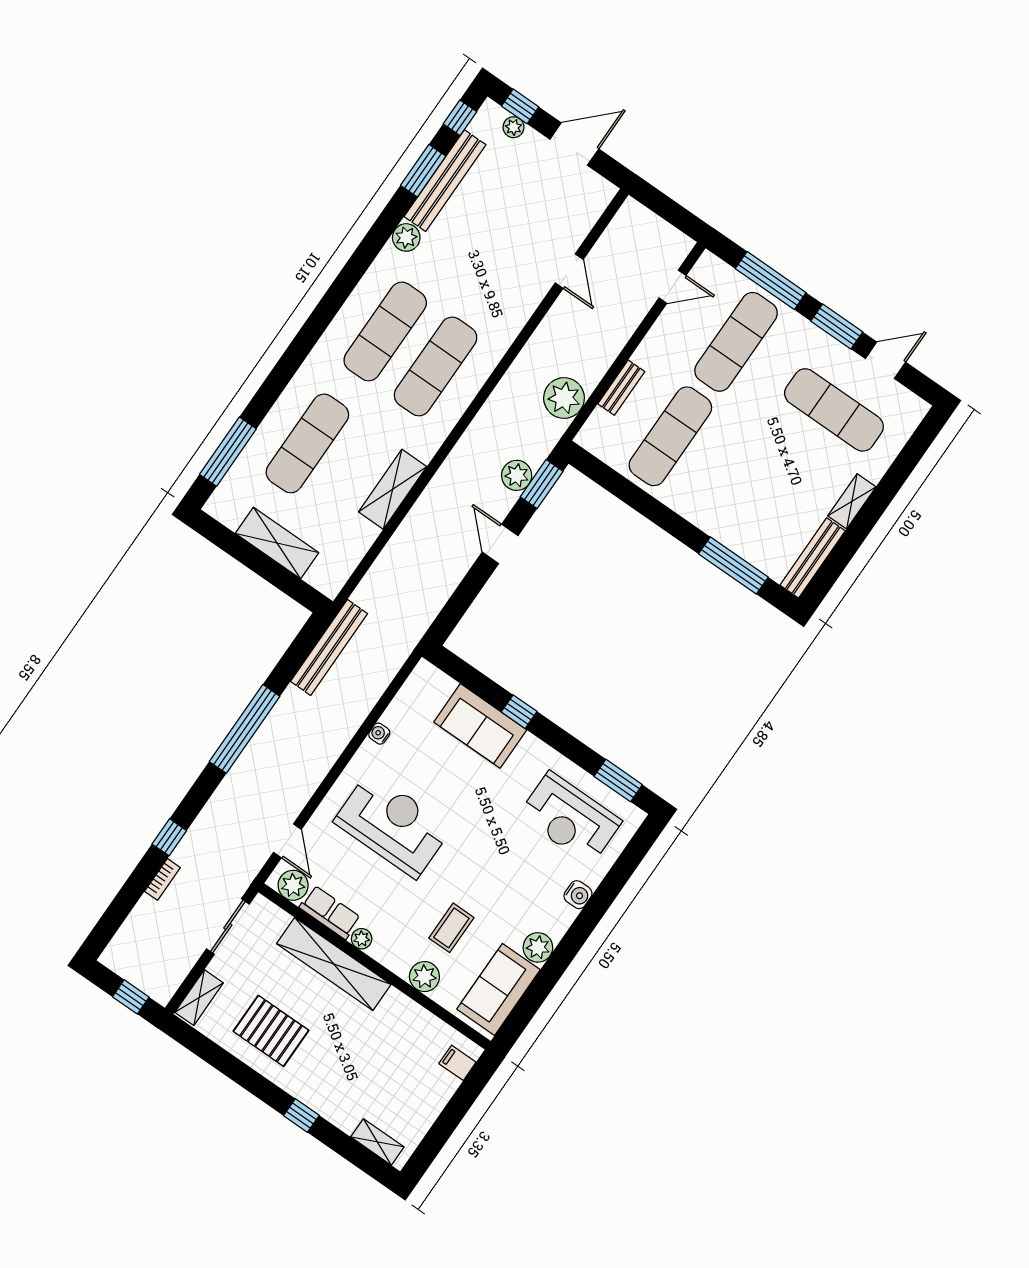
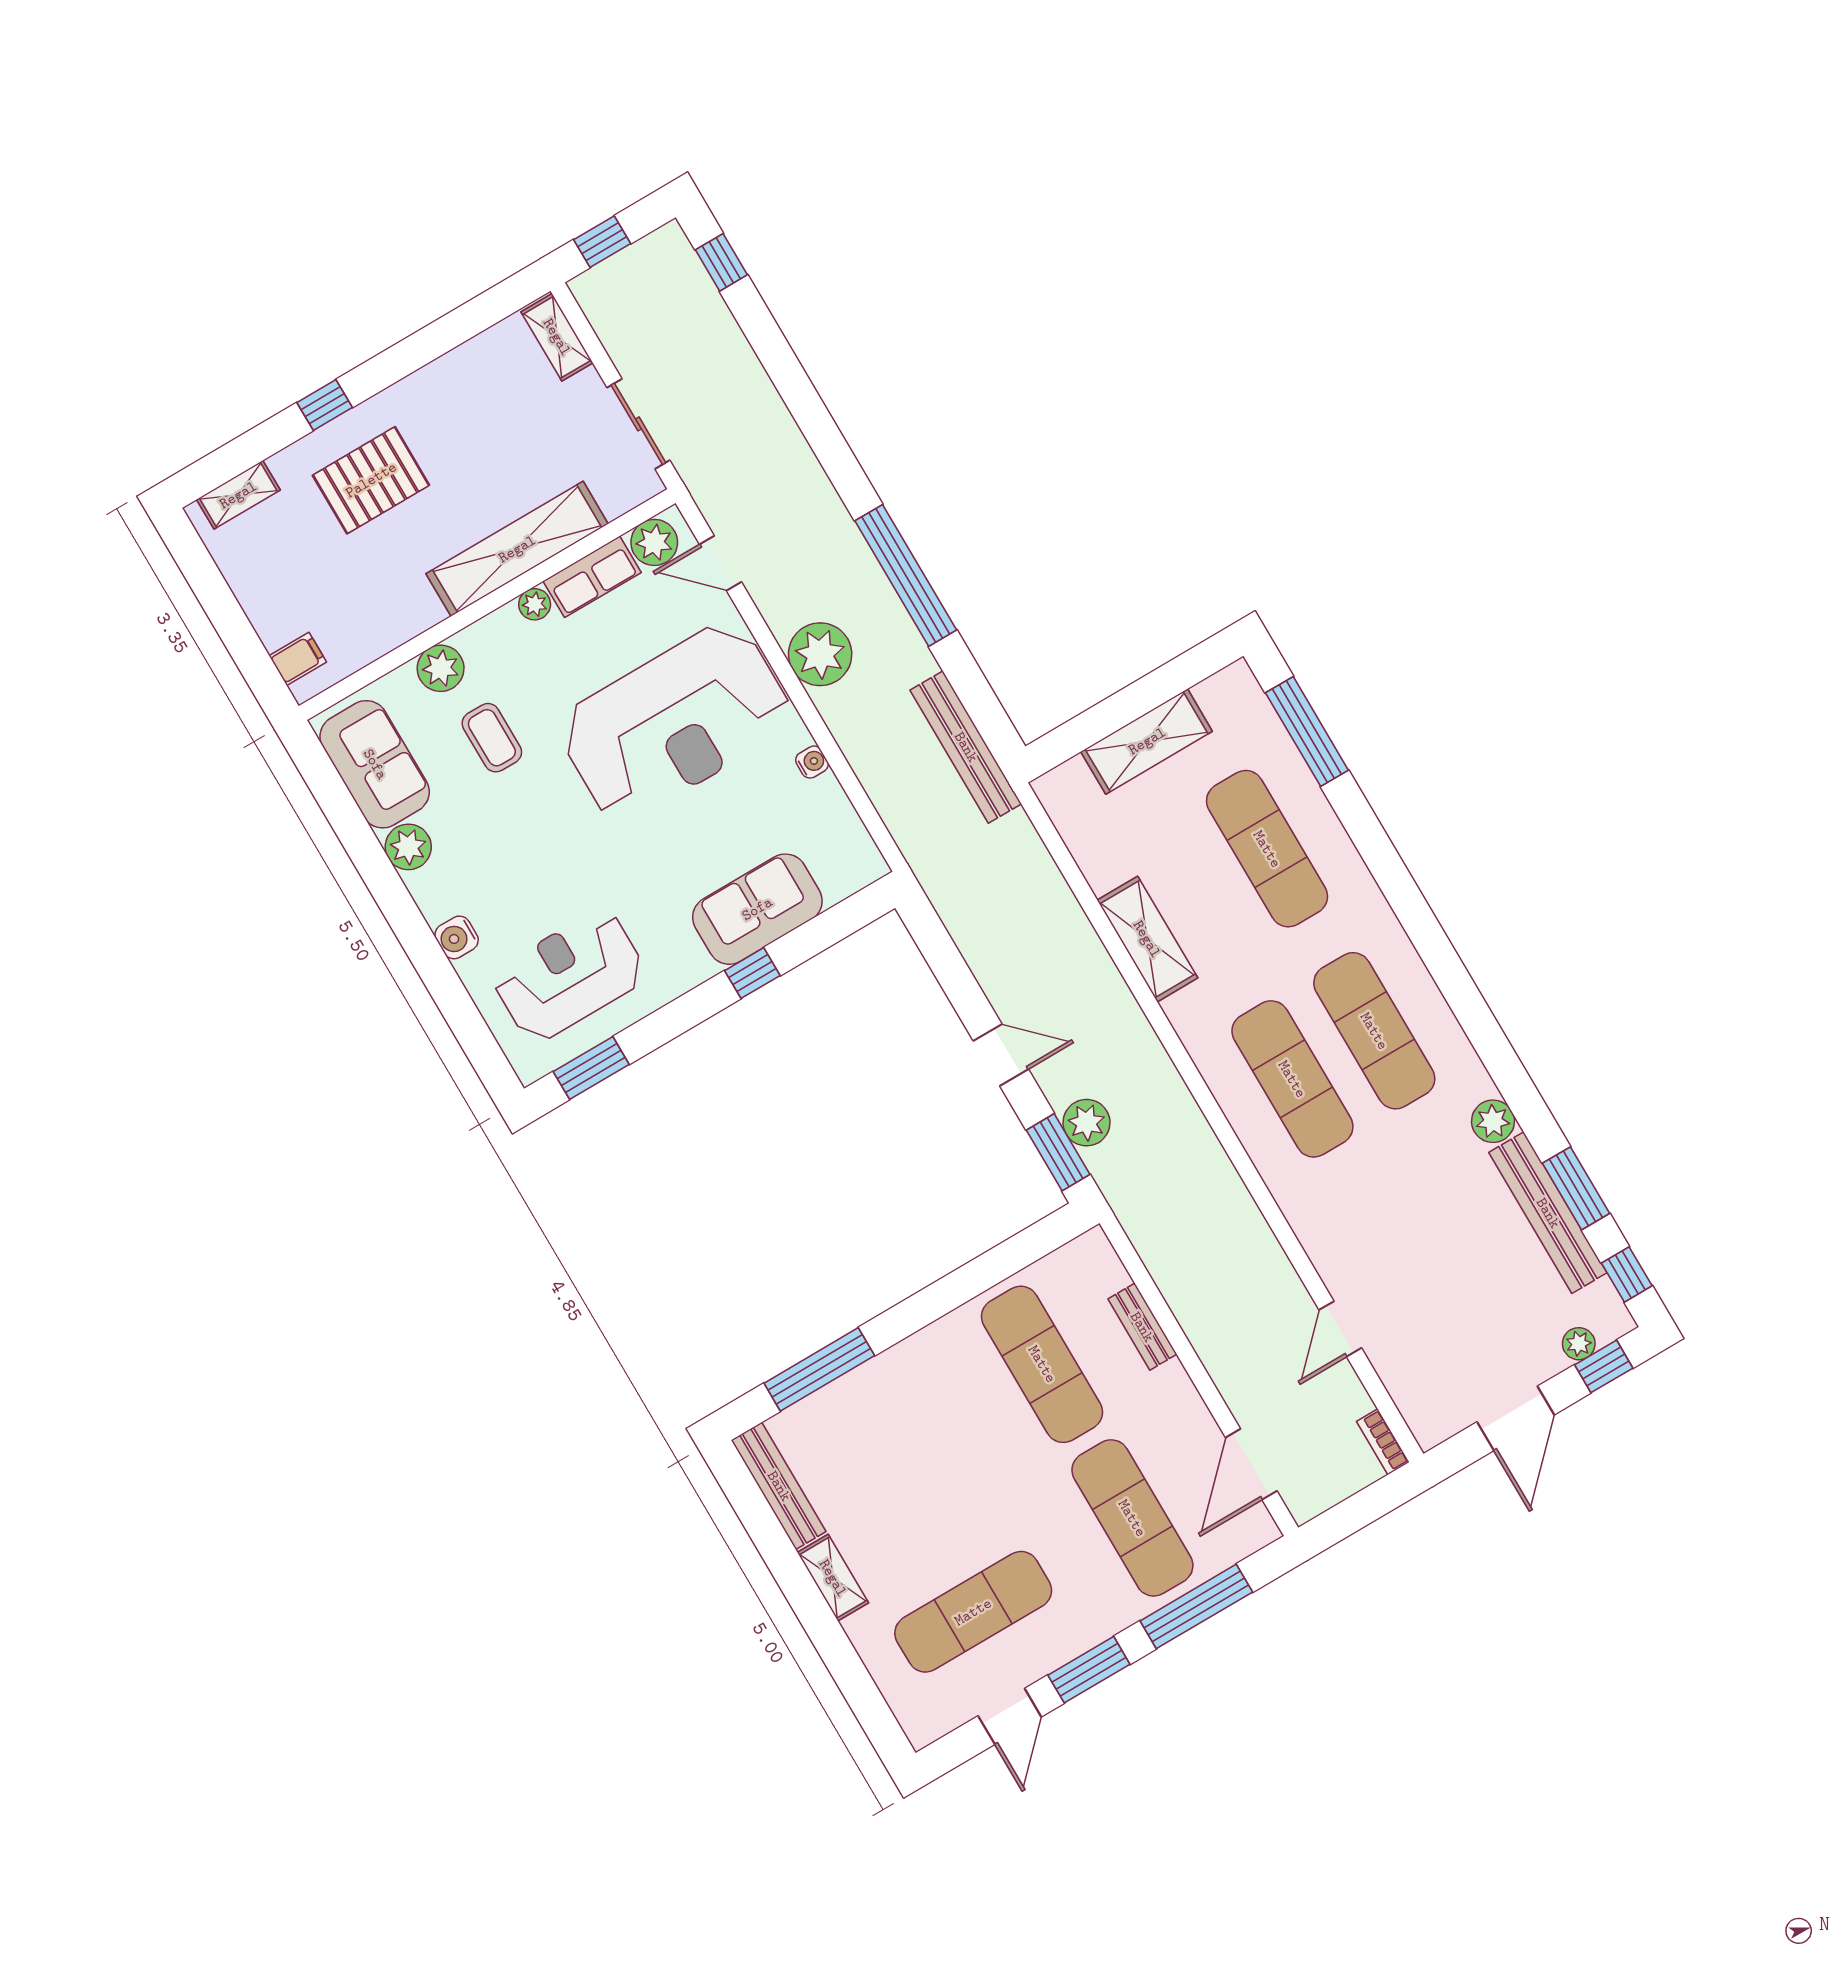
door: (569, 271) -> (1340, 1329), hinge flipped
door: (672, 287) -> (1251, 1464), width x1.37
plant: (564, 398) -> (820, 654), moved
reception desk: (393, 825) -> (675, 722), width x1.36, depth x1.30
window: (169, 837) -> (721, 262), moved
bookcase: (162, 879) -> (1383, 1442), moved
pallet: (271, 1031) -> (371, 480), moved

